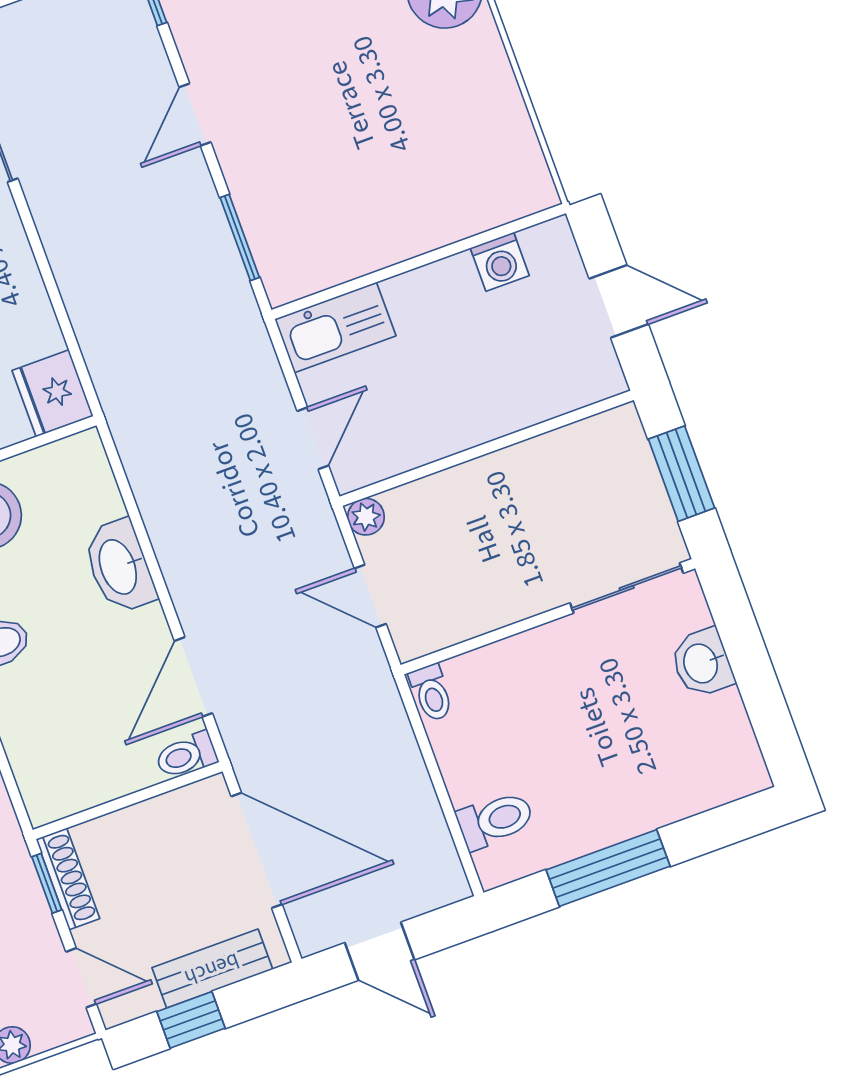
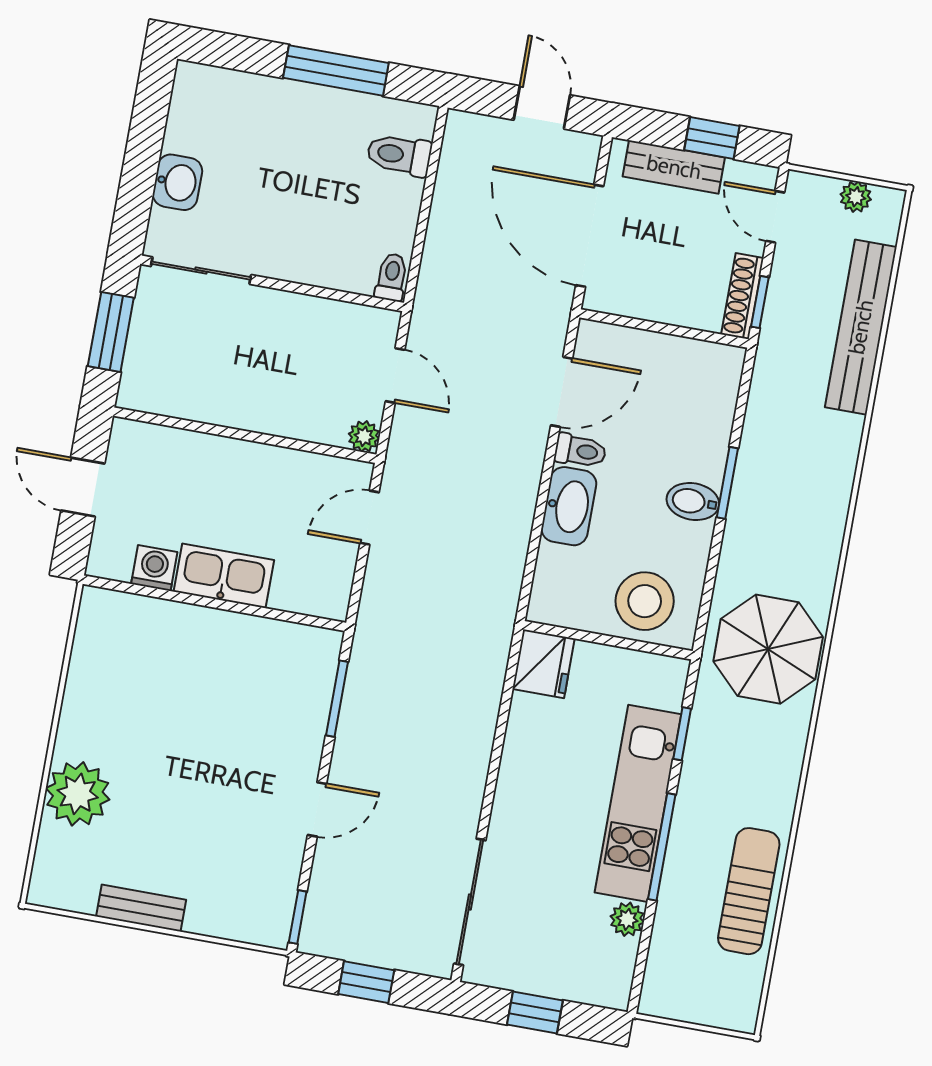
kitchen sink: (335, 327) -> (224, 576), moved
toilet: (186, 755) -> (580, 451), moved

